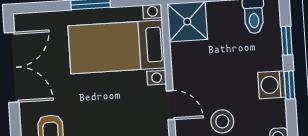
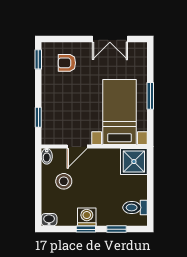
double door: (12, 67) -> (110, 39), width x0.73

